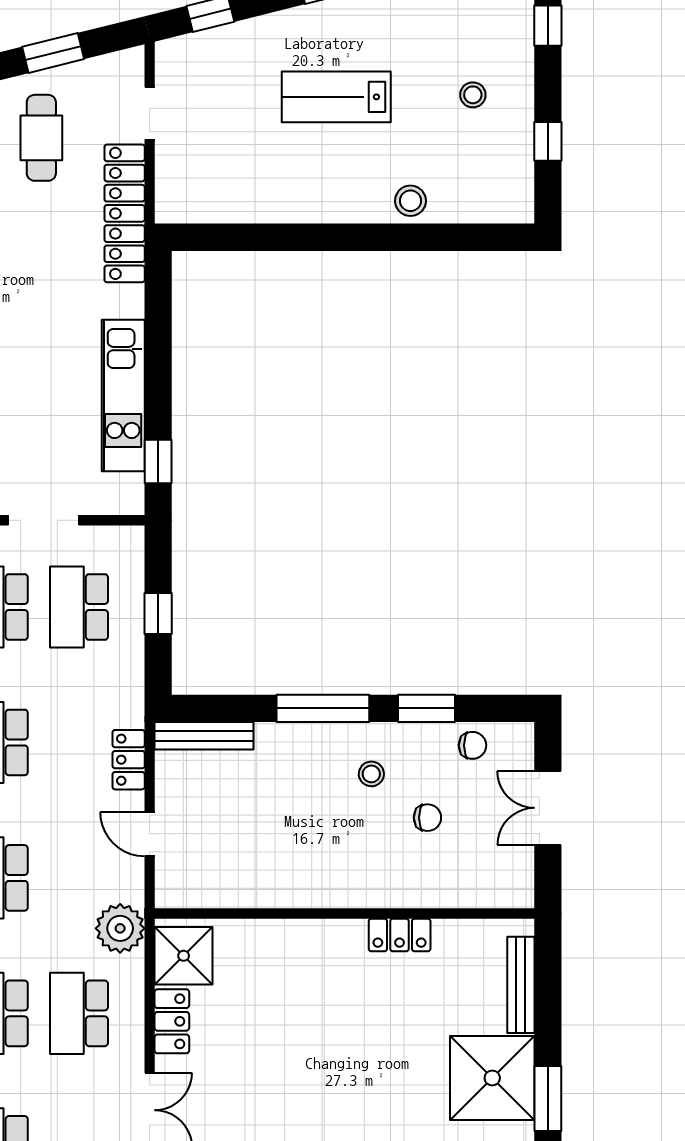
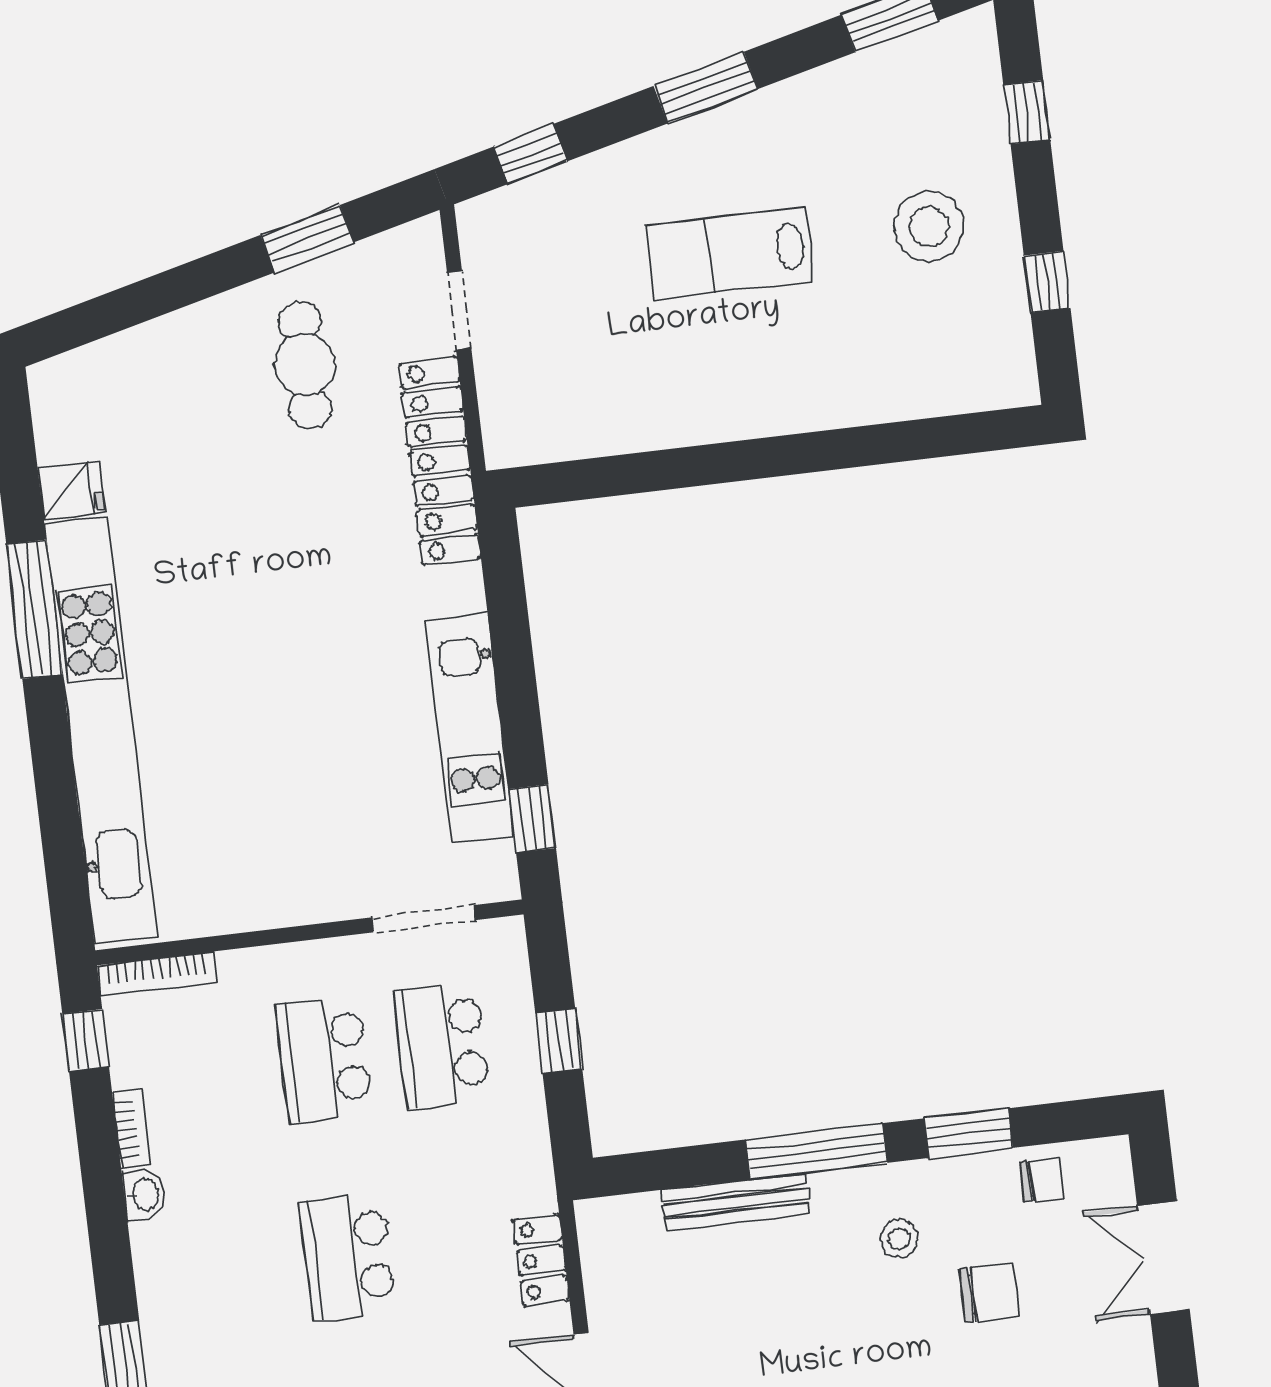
stool: (473, 95) -> (929, 227), width x1.89, depth x1.89
stool: (410, 201) -> (856, 393), removed
doorway: (44, 520) -> (424, 919), moved
bench: (204, 736) -> (736, 1201), moved
chair: (427, 818) -> (989, 1293), width x1.37, depth x1.37

